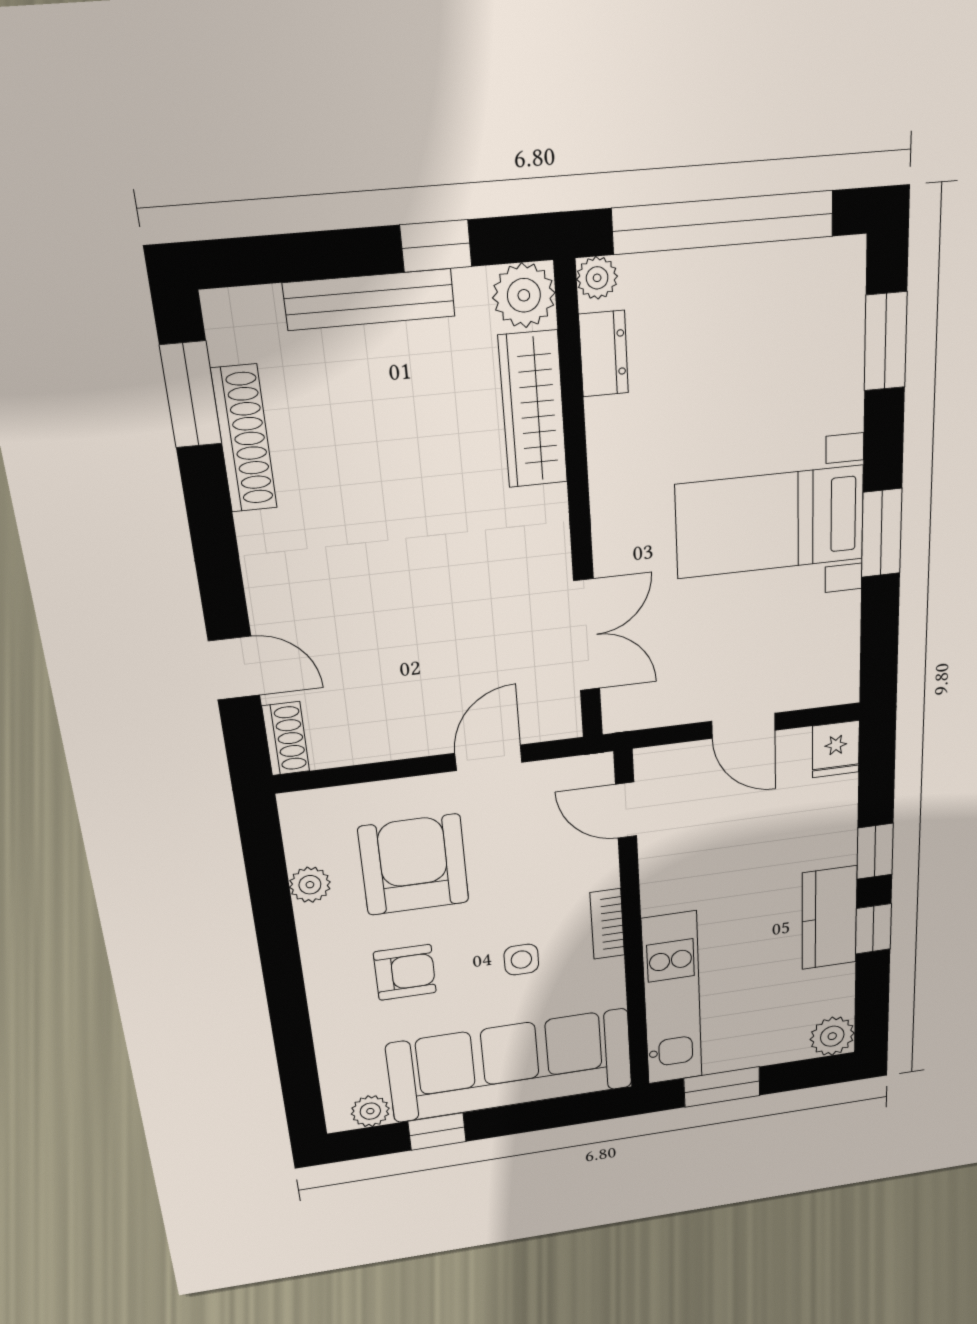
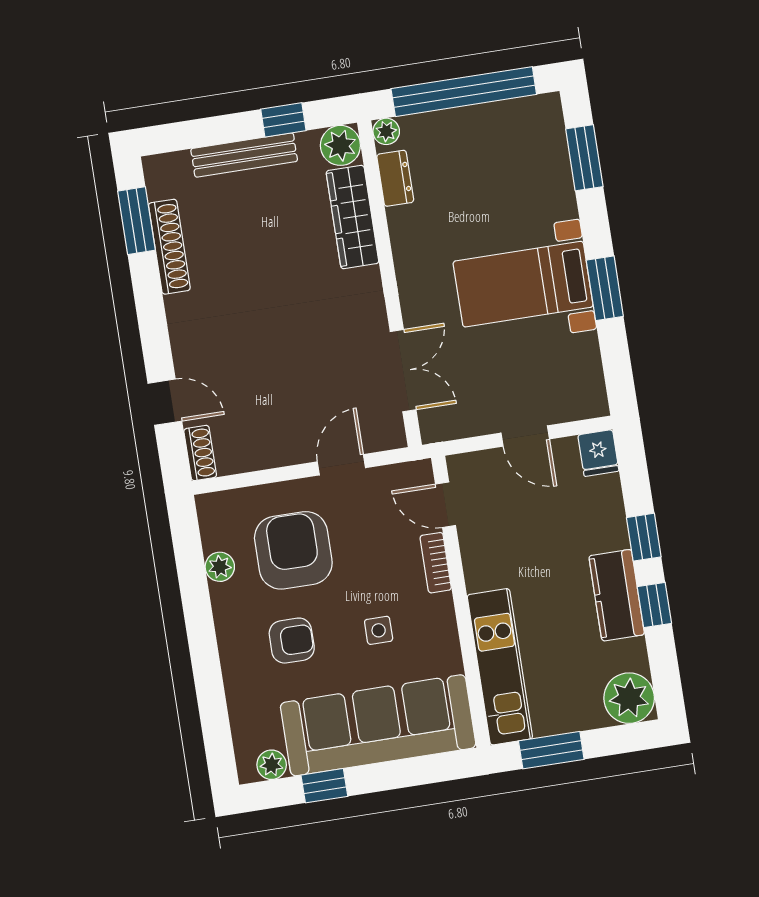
bookcase: (607, 924) -> (436, 563), moved
plant: (832, 1036) -> (629, 698), width x1.36, depth x1.36

